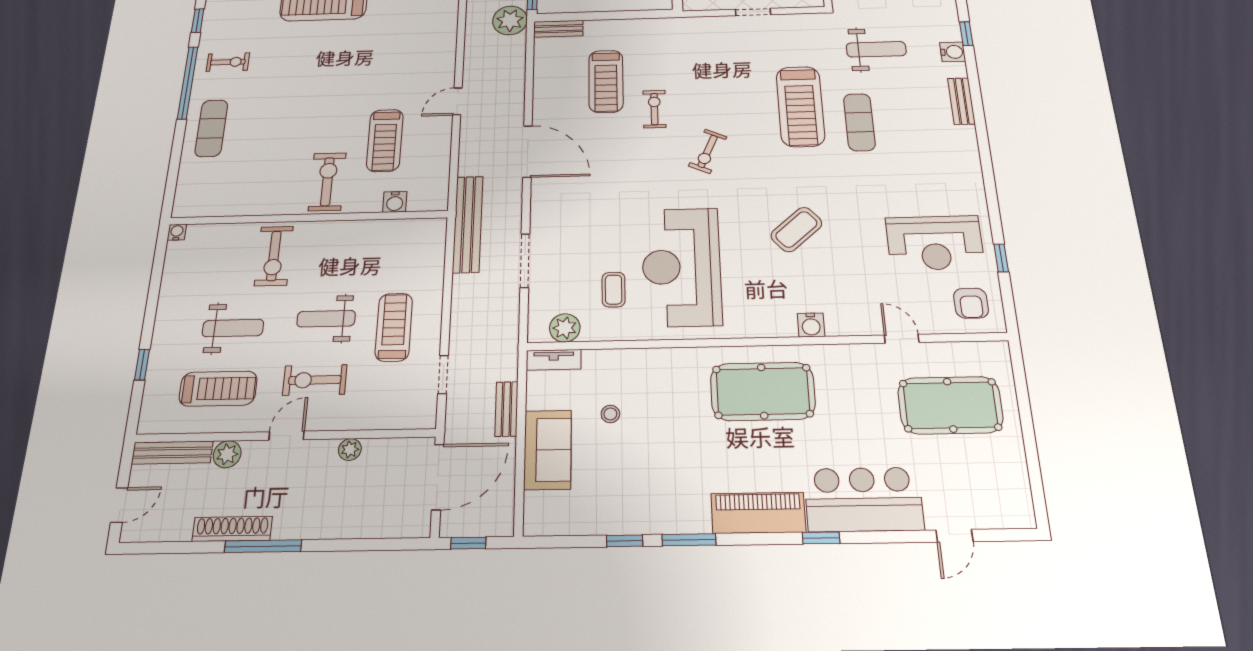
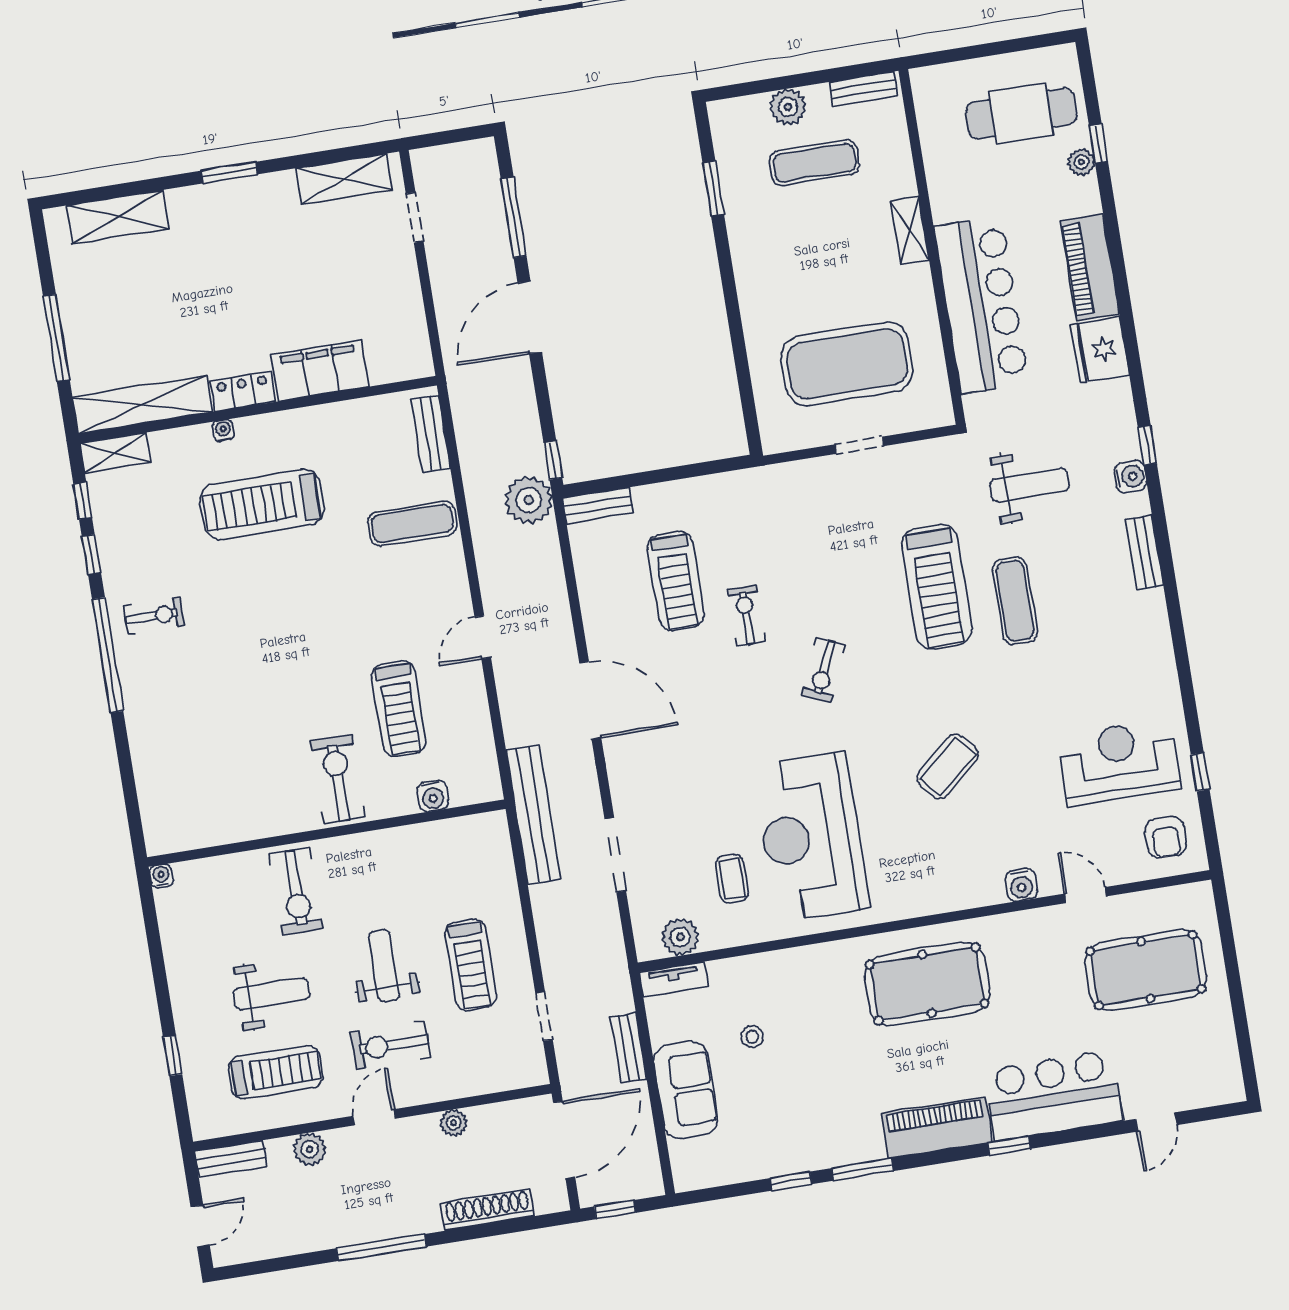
exercise mat: (211, 128) -> (412, 524), moved, turned 90
reception desk: (935, 243) -> (1119, 762), turned 180
weight bench: (326, 319) -> (384, 966), turned 90
water cooler: (811, 325) -> (1021, 885), moved
treadmill: (394, 327) -> (471, 965), turned 180
bench: (172, 453) -> (231, 1159), width x0.73
shoe rack: (232, 529) -> (487, 1210), moved

